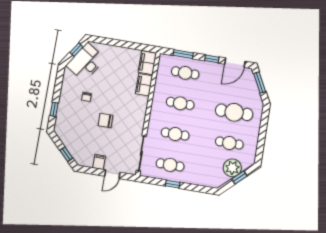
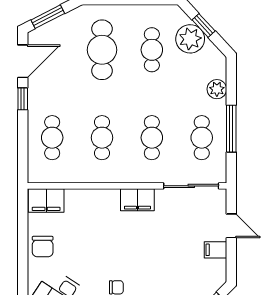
window: (183, 54) -> (23, 146), removed
door: (235, 63) -> (23, 61), hinge flipped
filing cabinet: (144, 85) -> (137, 200), moved
chair: (106, 120) -> (43, 247), moved
plant: (199, 179) -> (217, 89), added
window: (173, 184) -> (231, 129), width x2.17

